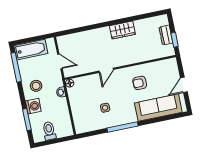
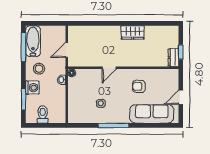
dresser: (166, 35) -> (173, 58), moved
bathtub: (31, 50) -> (33, 41), moved, turned -90
door: (60, 61) -> (67, 50), swing flipped

